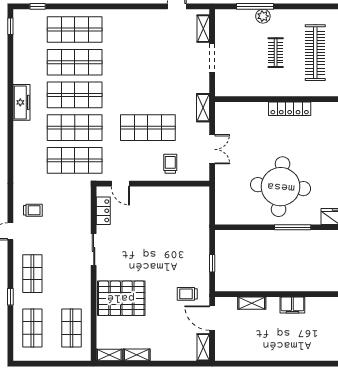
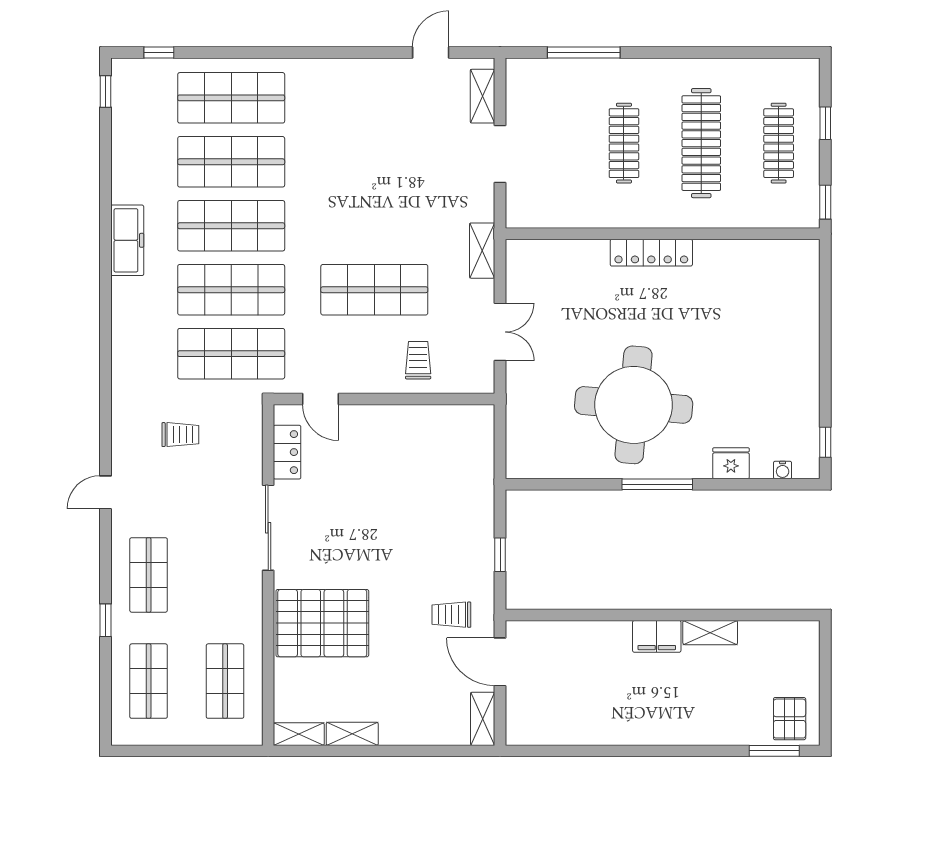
plant: (263, 16) -> (599, 72), removed
clothes rail: (276, 53) -> (624, 143), width x1.36
trolley: (33, 210) -> (180, 435), moved
sliding door: (94, 249) -> (268, 528), width x1.37
shelving: (252, 303) -> (710, 633), moved

